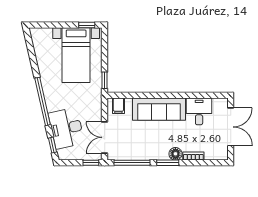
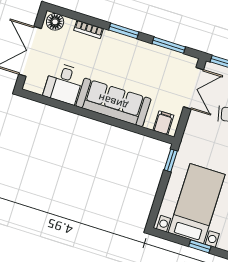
window: (87, 25) -> (200, 246), moved
floor lamp: (175, 154) -> (55, 22), moved
window: (132, 163) -> (169, 45), width x0.69

